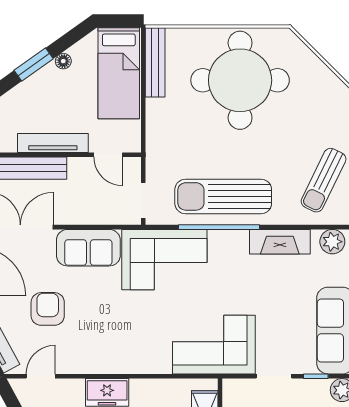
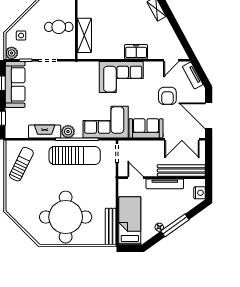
window: (34, 65) -> (175, 225), width x1.44
plant: (332, 242) -> (68, 132), moved
corner sofa: (214, 345) -> (121, 77), moved

